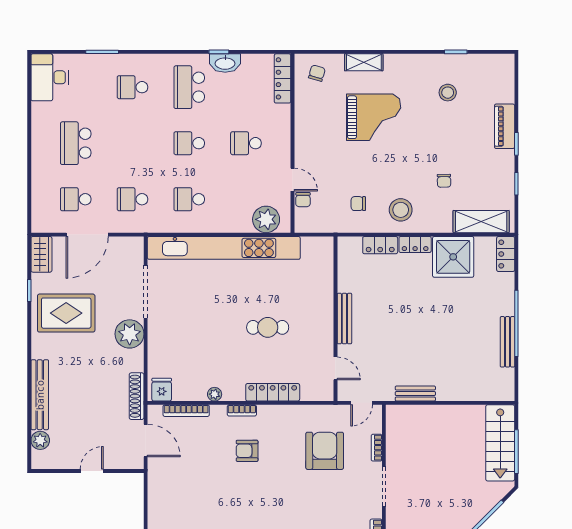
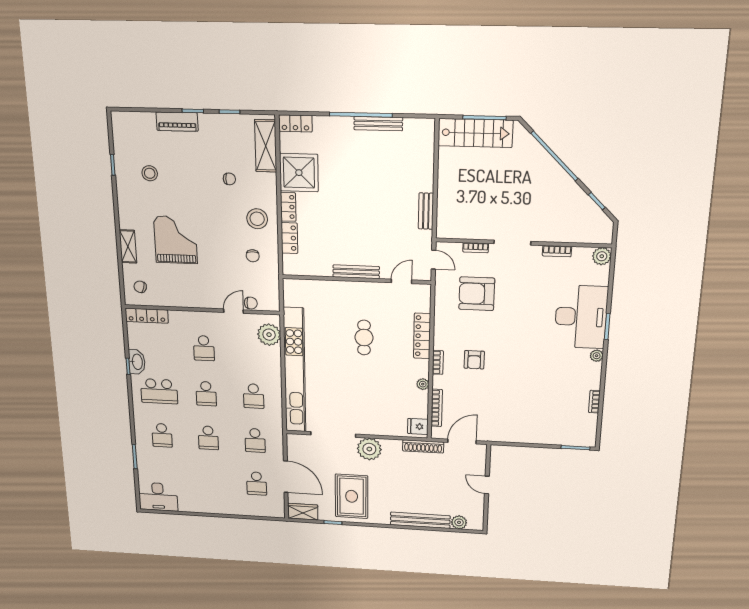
school desk: (76, 143) -> (208, 438), moved, width x0.54

